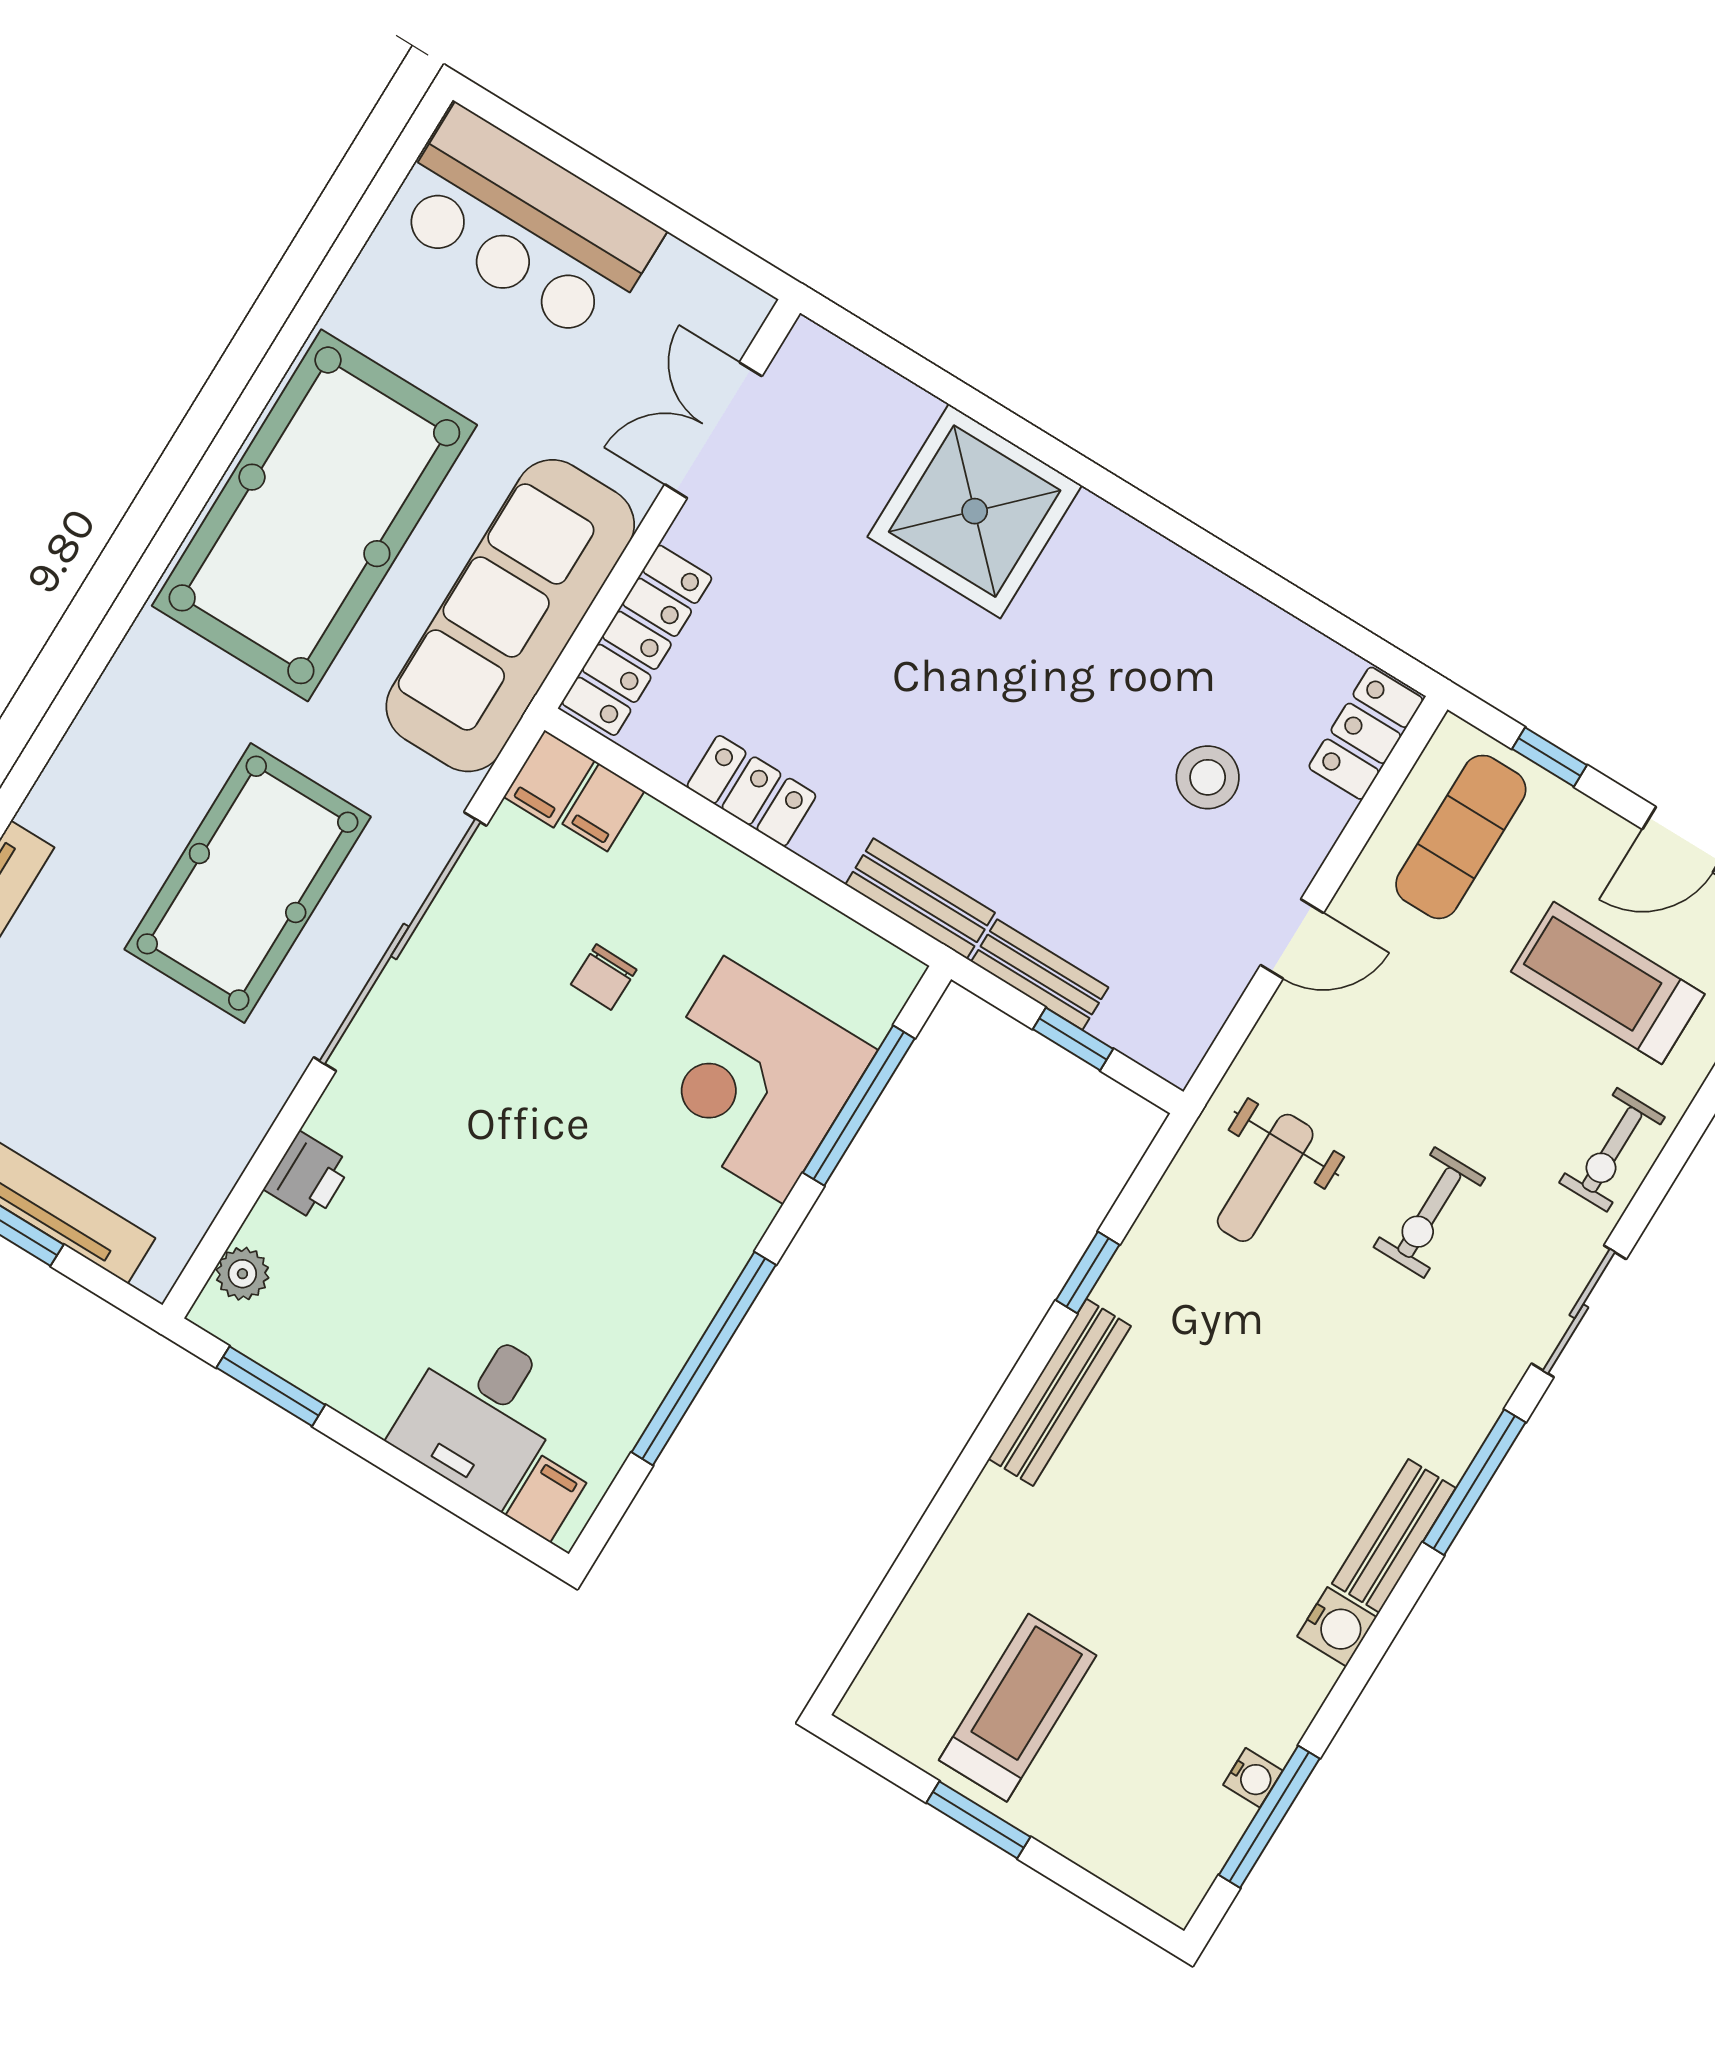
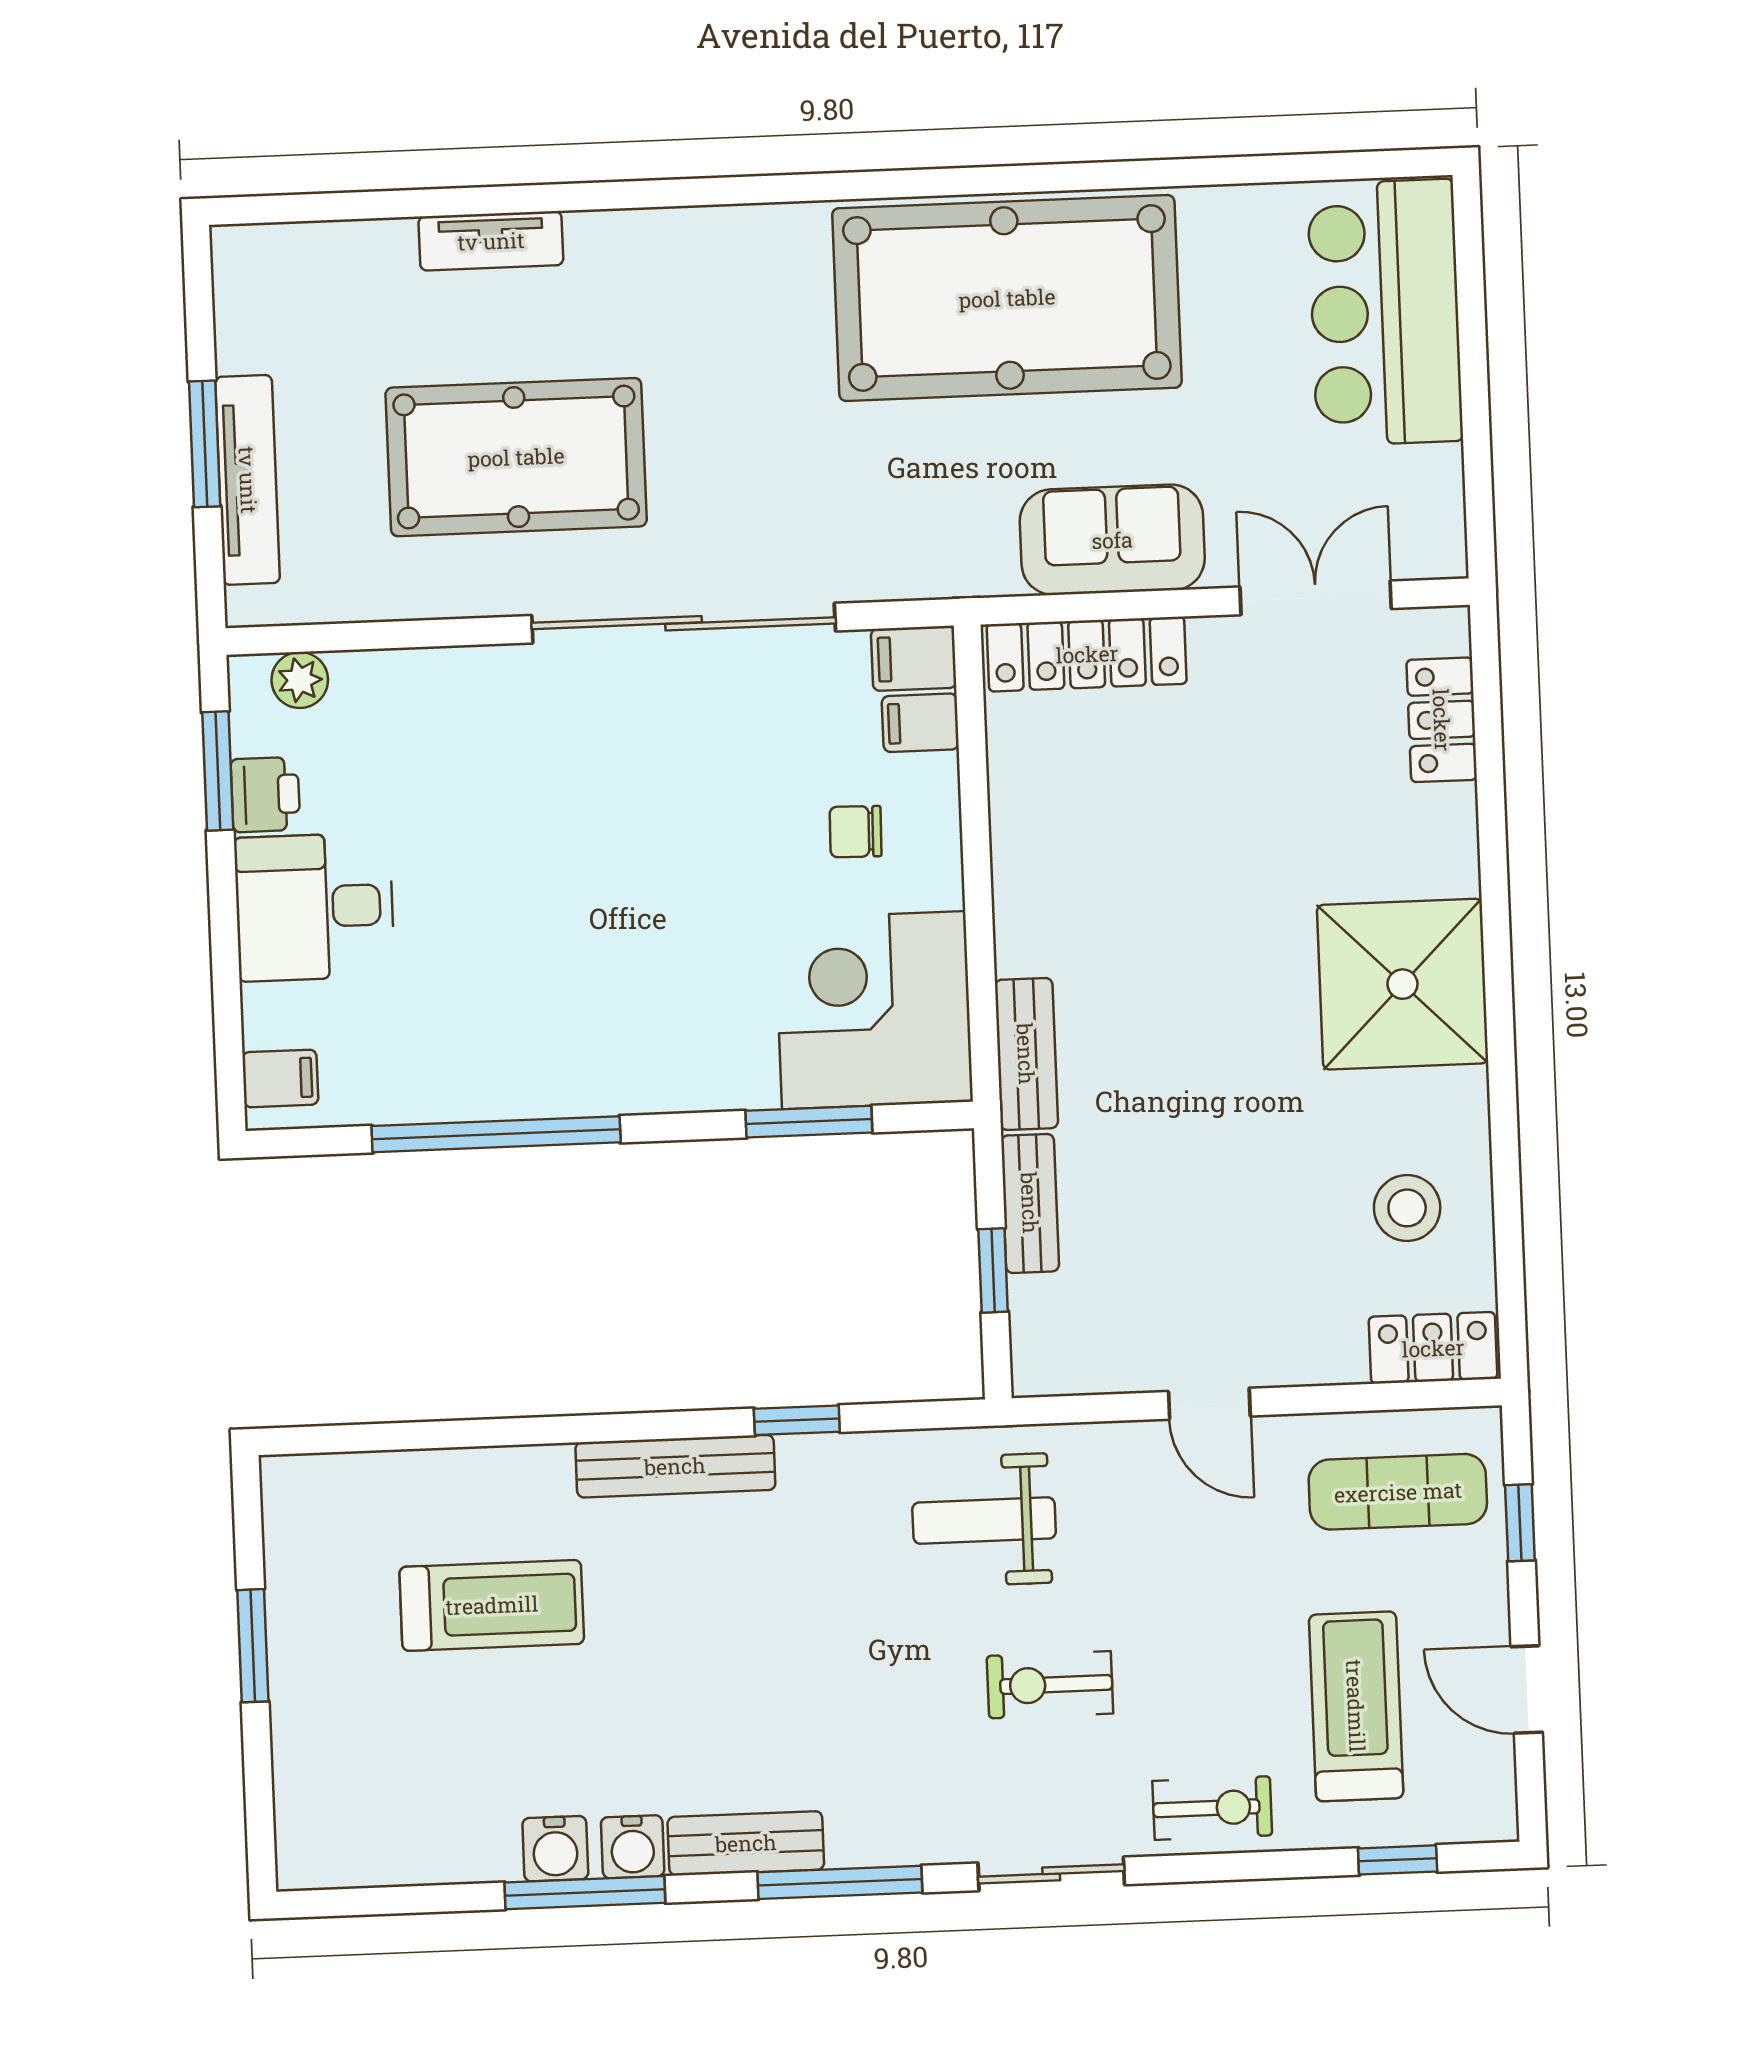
shower: (975, 511) -> (1402, 984), moved
sofa: (510, 616) -> (1112, 540), width x0.54, depth x0.79
stool: (1208, 777) -> (1407, 1208), moved
locker: (752, 791) -> (1442, 720), moved, turned 180
pool table: (248, 883) -> (516, 457), moved
chair: (604, 977) -> (856, 832), moved
corner desk: (754, 1080) -> (874, 1010), moved
window: (859, 1106) -> (809, 1122), width x0.69
exercise bike: (1612, 1150) -> (1212, 1808), turned 180
printer: (308, 1176) -> (265, 795), moved, turned -90
desk: (481, 1414) -> (314, 907), moved
treadmill: (1018, 1708) -> (492, 1605), moved
water cooler: (1253, 1778) -> (555, 1849), moved, width x1.38, depth x1.38
window: (1269, 1817) -> (585, 1893), moved

